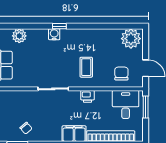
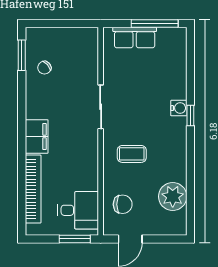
plant: (19, 36) -> (177, 58), removed
plant: (131, 39) -> (173, 196), moved
printer: (87, 96) -> (90, 156), removed

